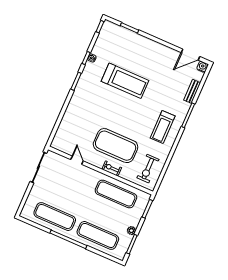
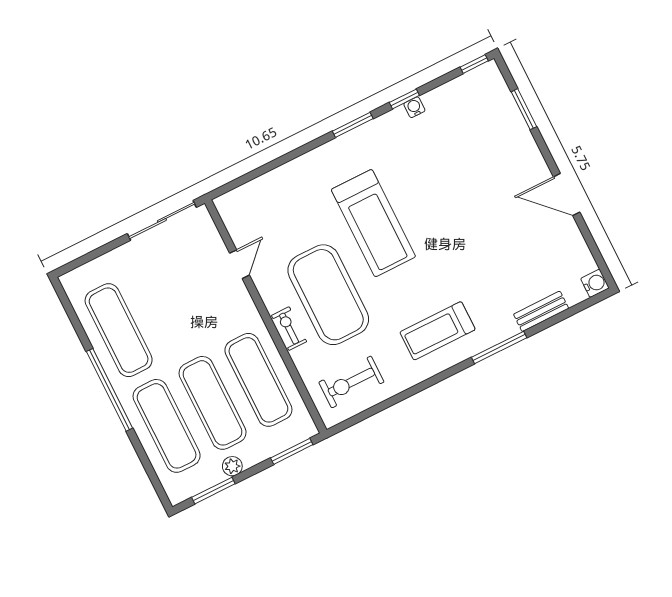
door: (191, 55) -> (567, 194), moved
treadmill: (125, 81) -> (373, 223), moved
exercise mat: (107, 215) -> (213, 403), added

